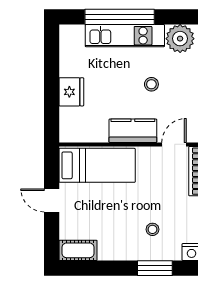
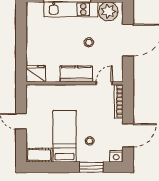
fridge: (71, 92) -> (36, 74), moved, turned -90
bed: (97, 165) -> (65, 136), moved, turned -90

